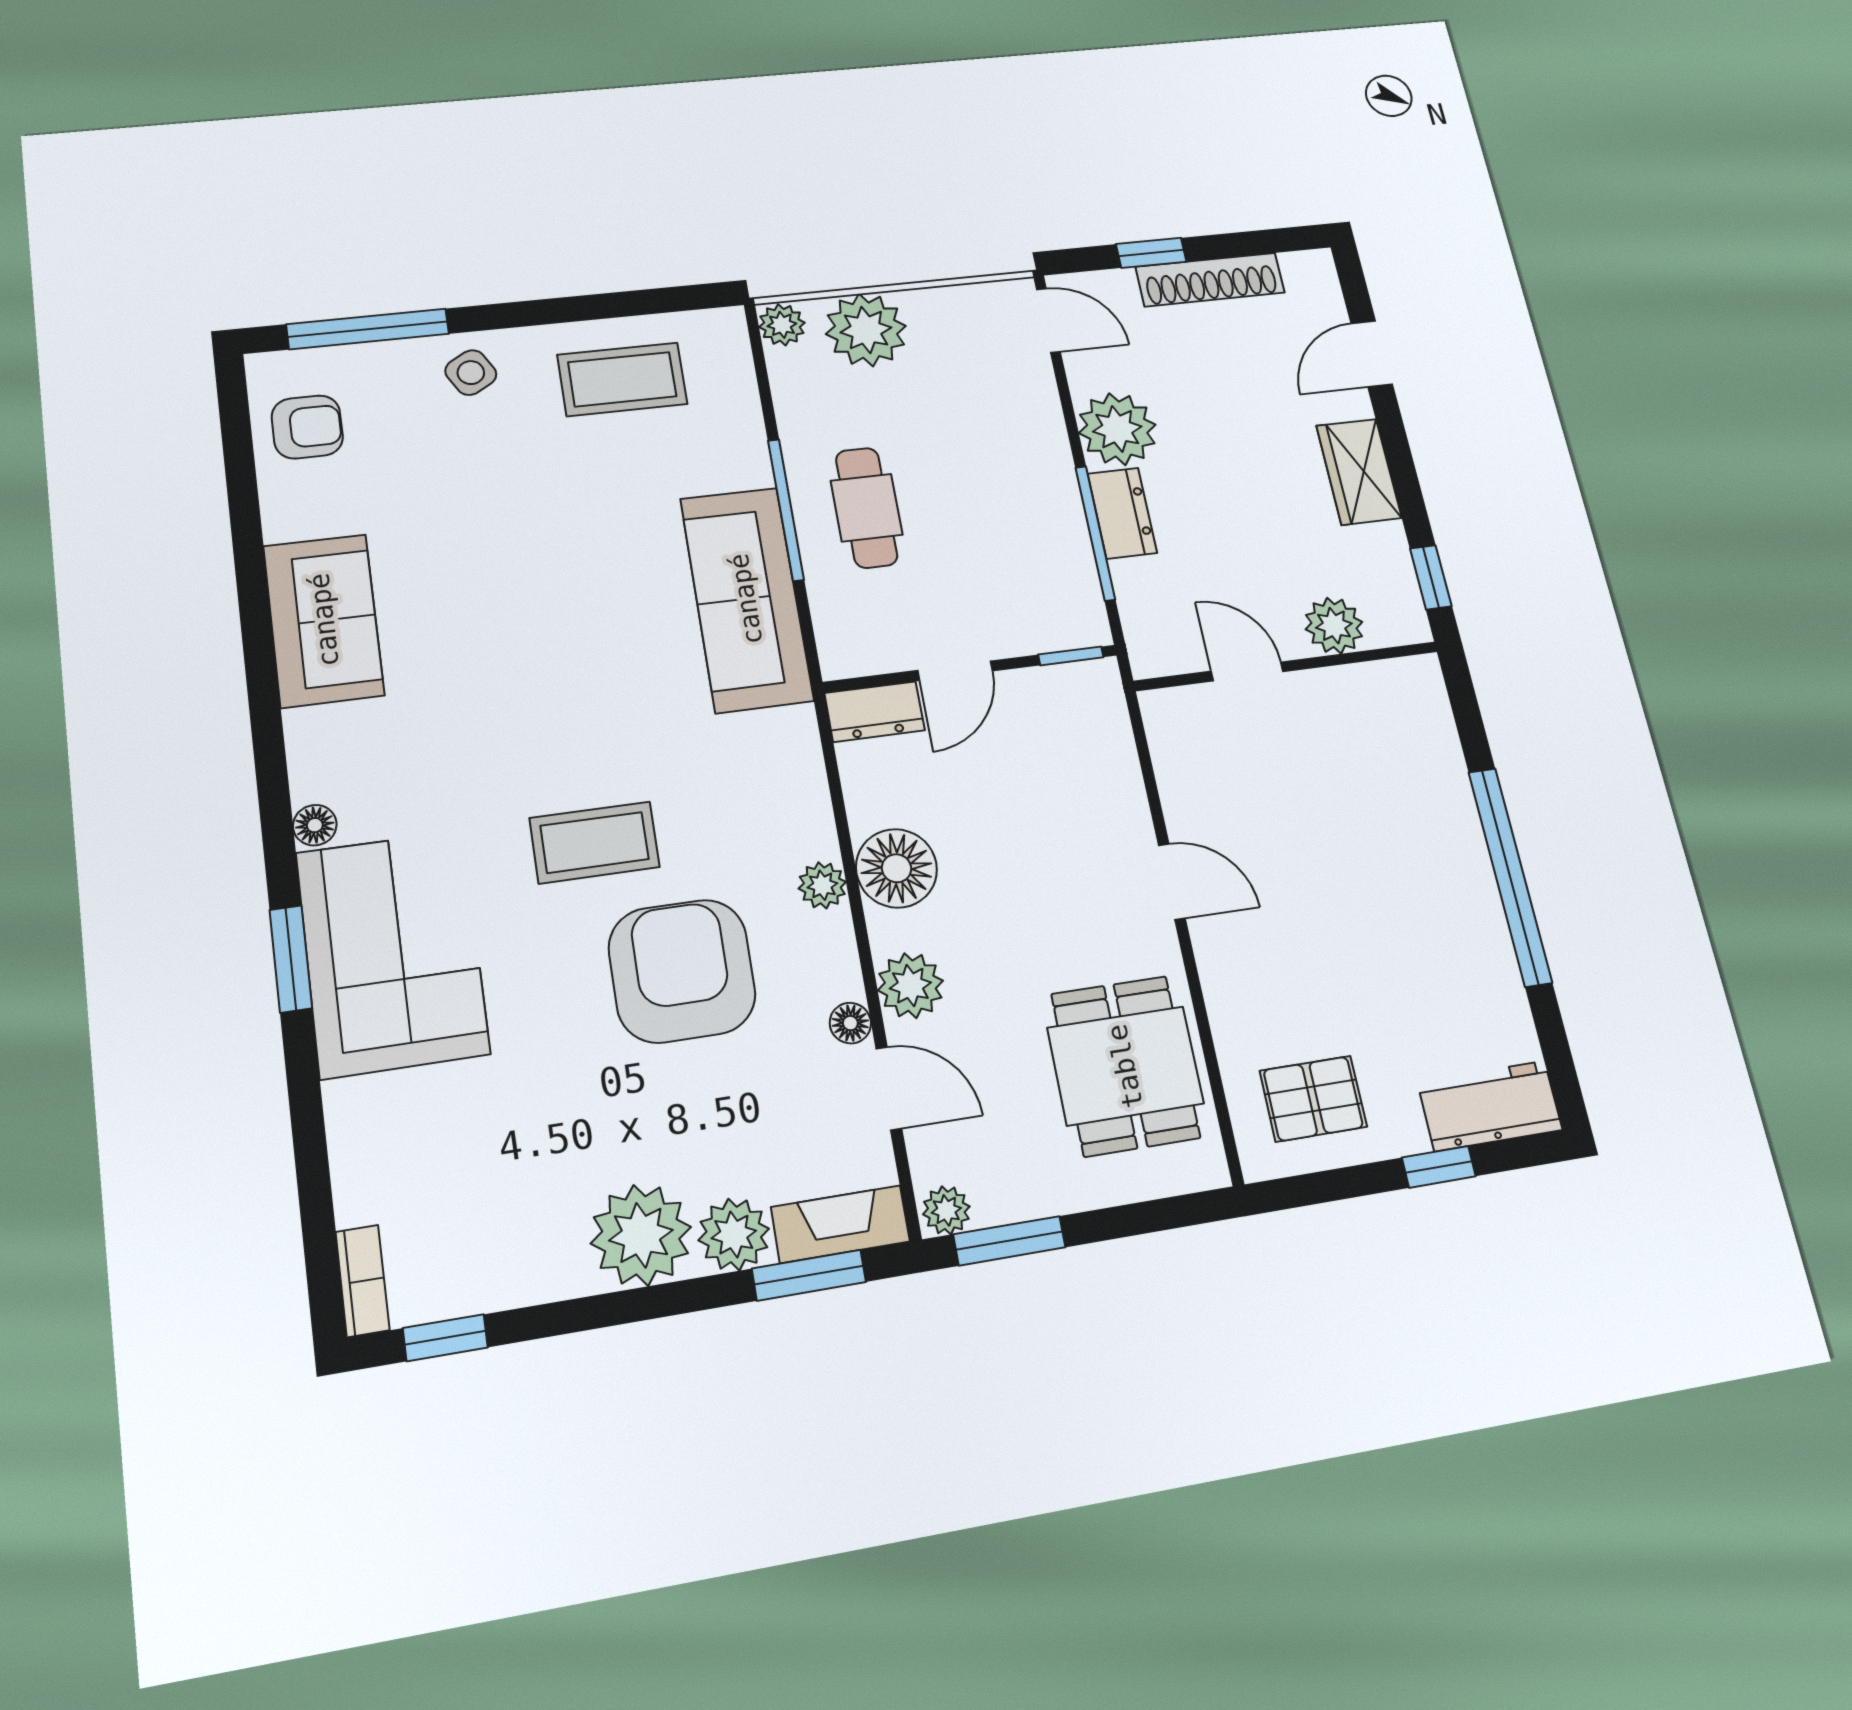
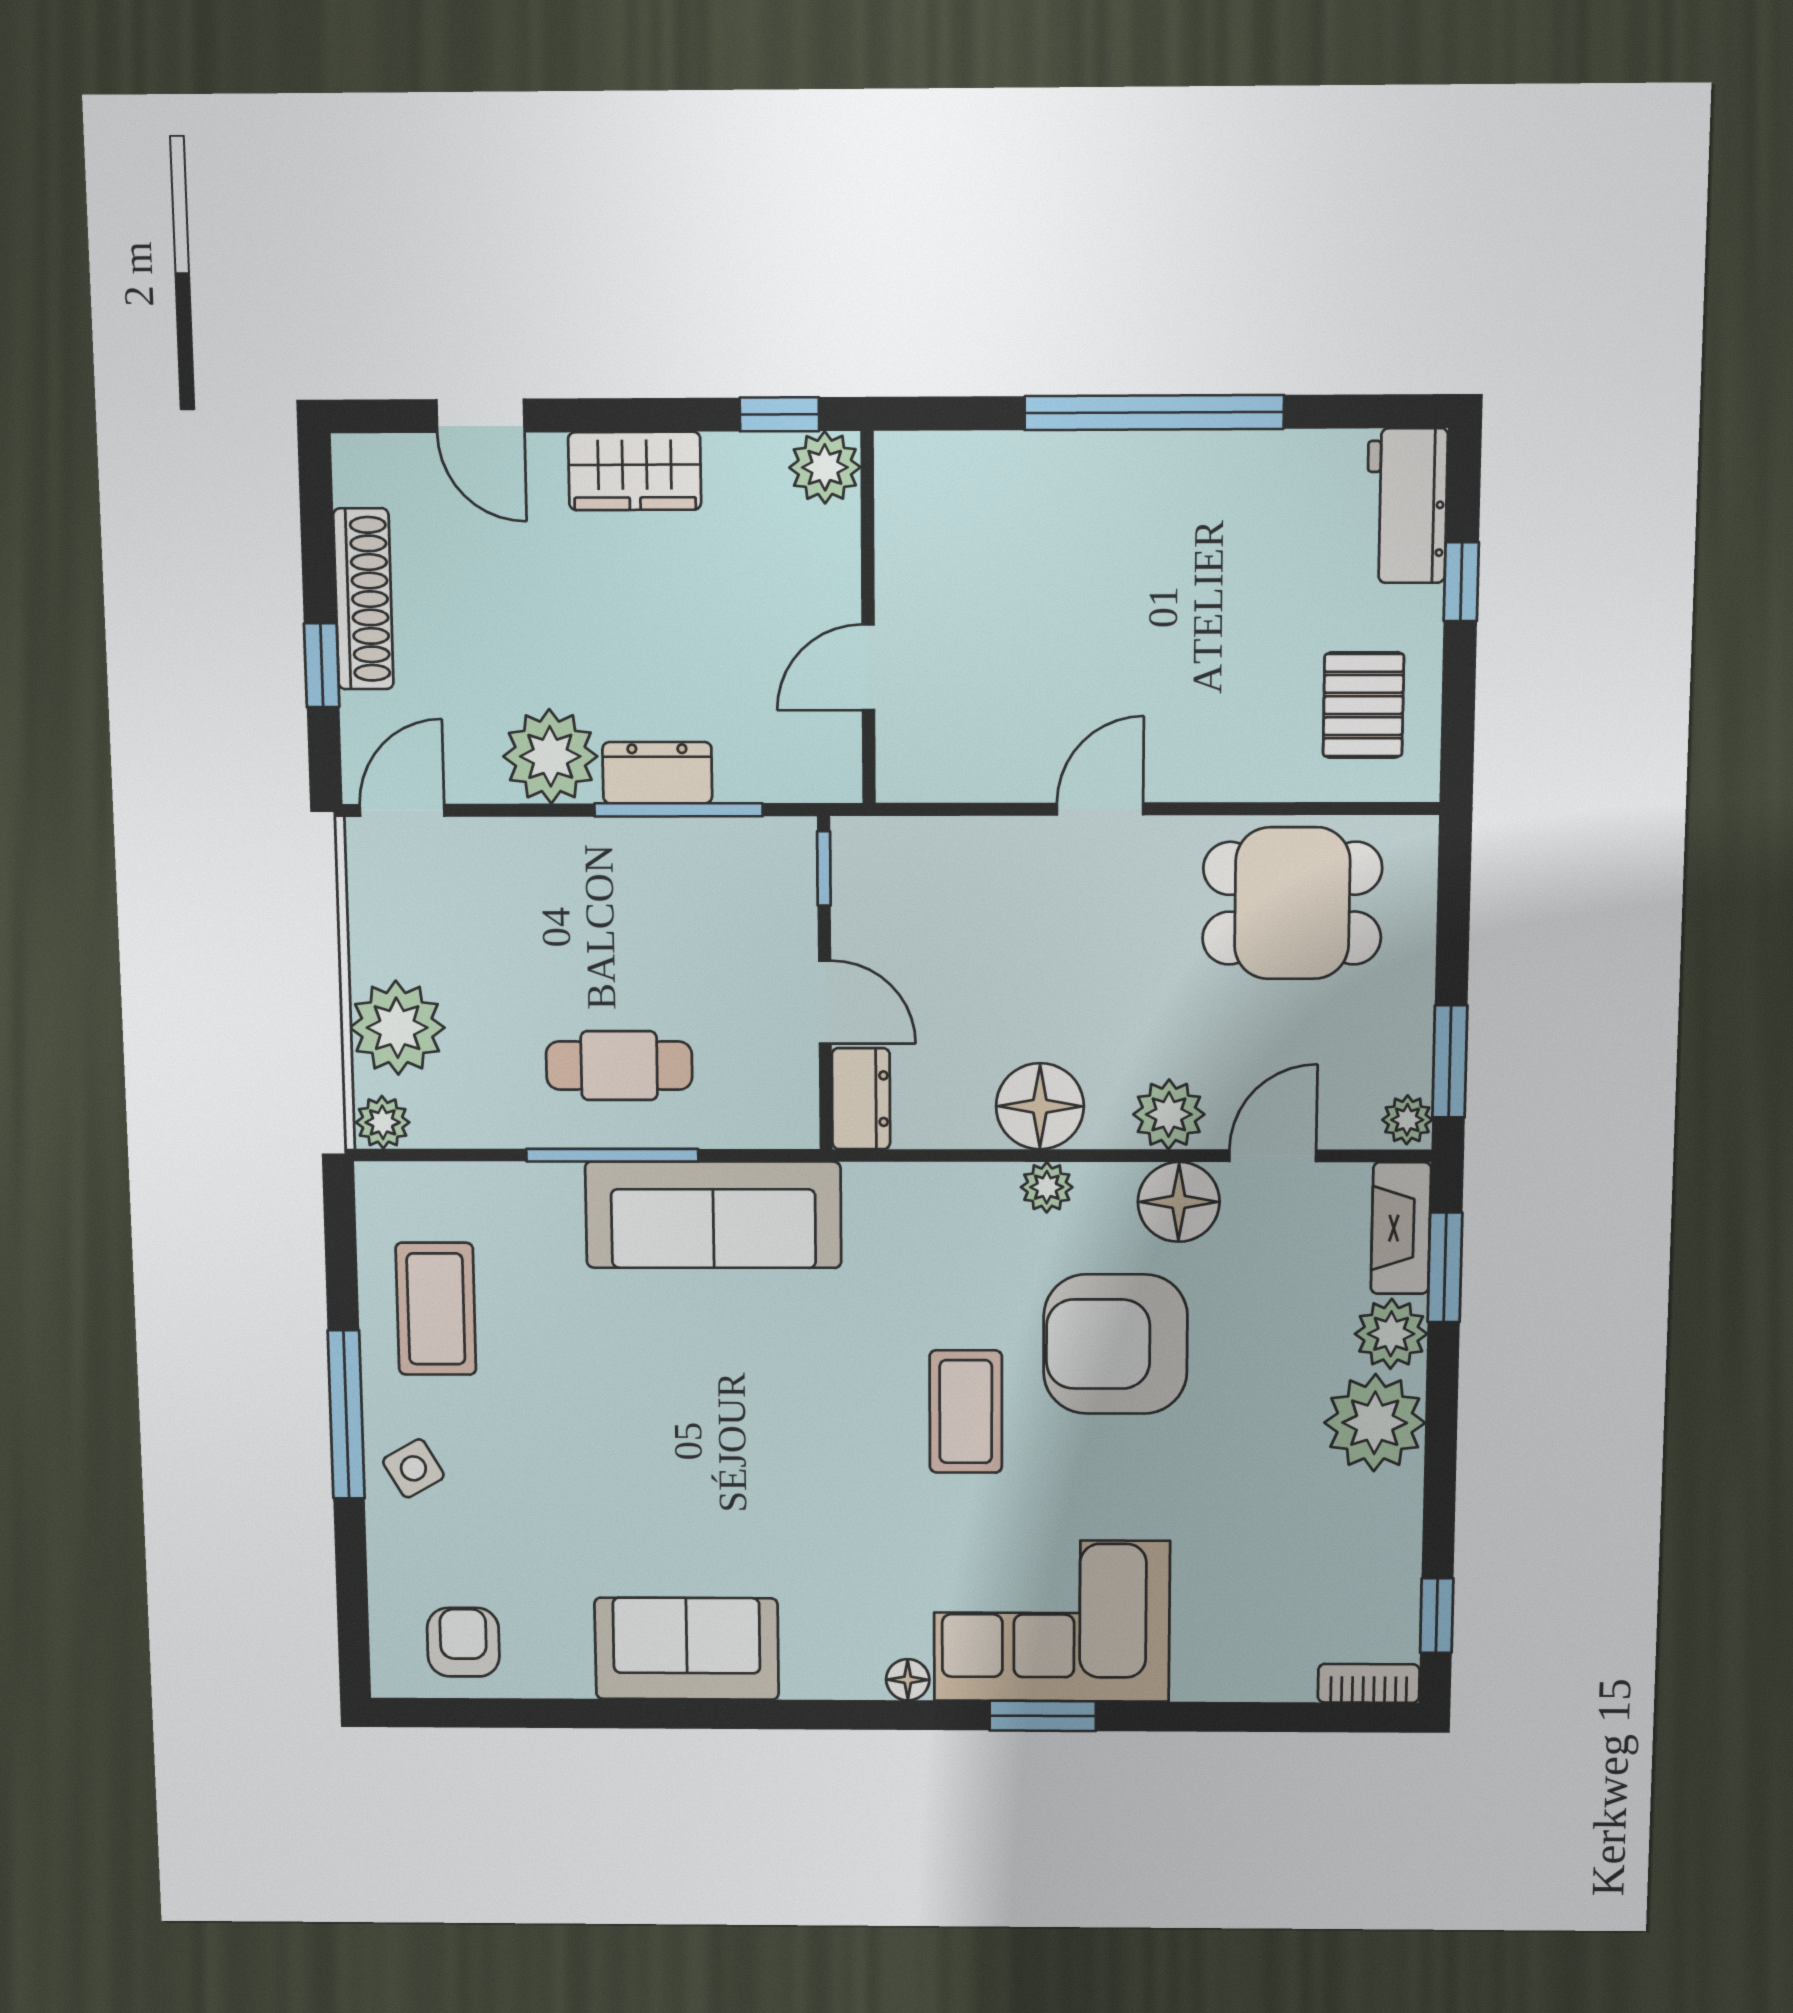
window: (368, 329) -> (346, 1415), moved
plant: (1334, 626) -> (825, 467), moved
floor lamp: (850, 1023) -> (1179, 1202), width x1.89, depth x1.89

